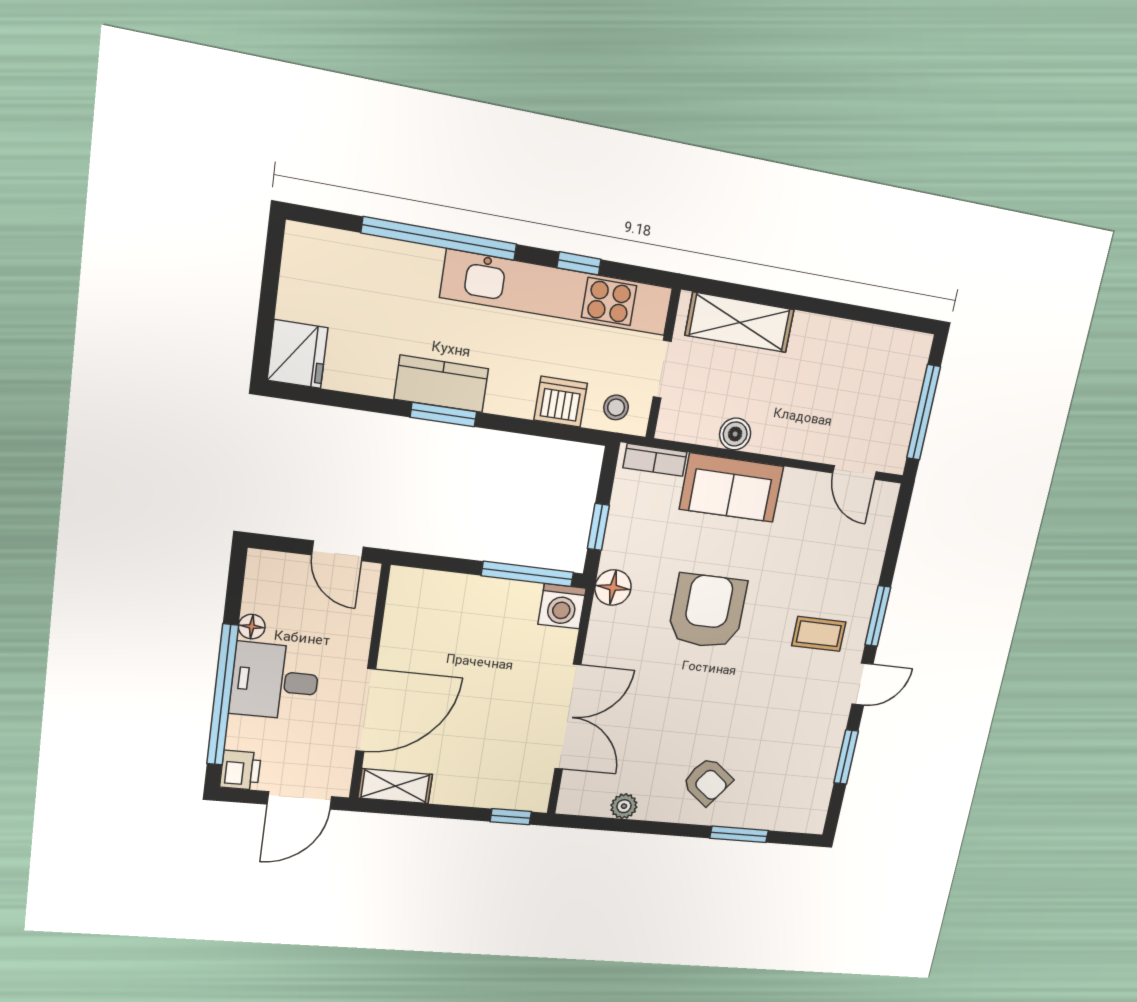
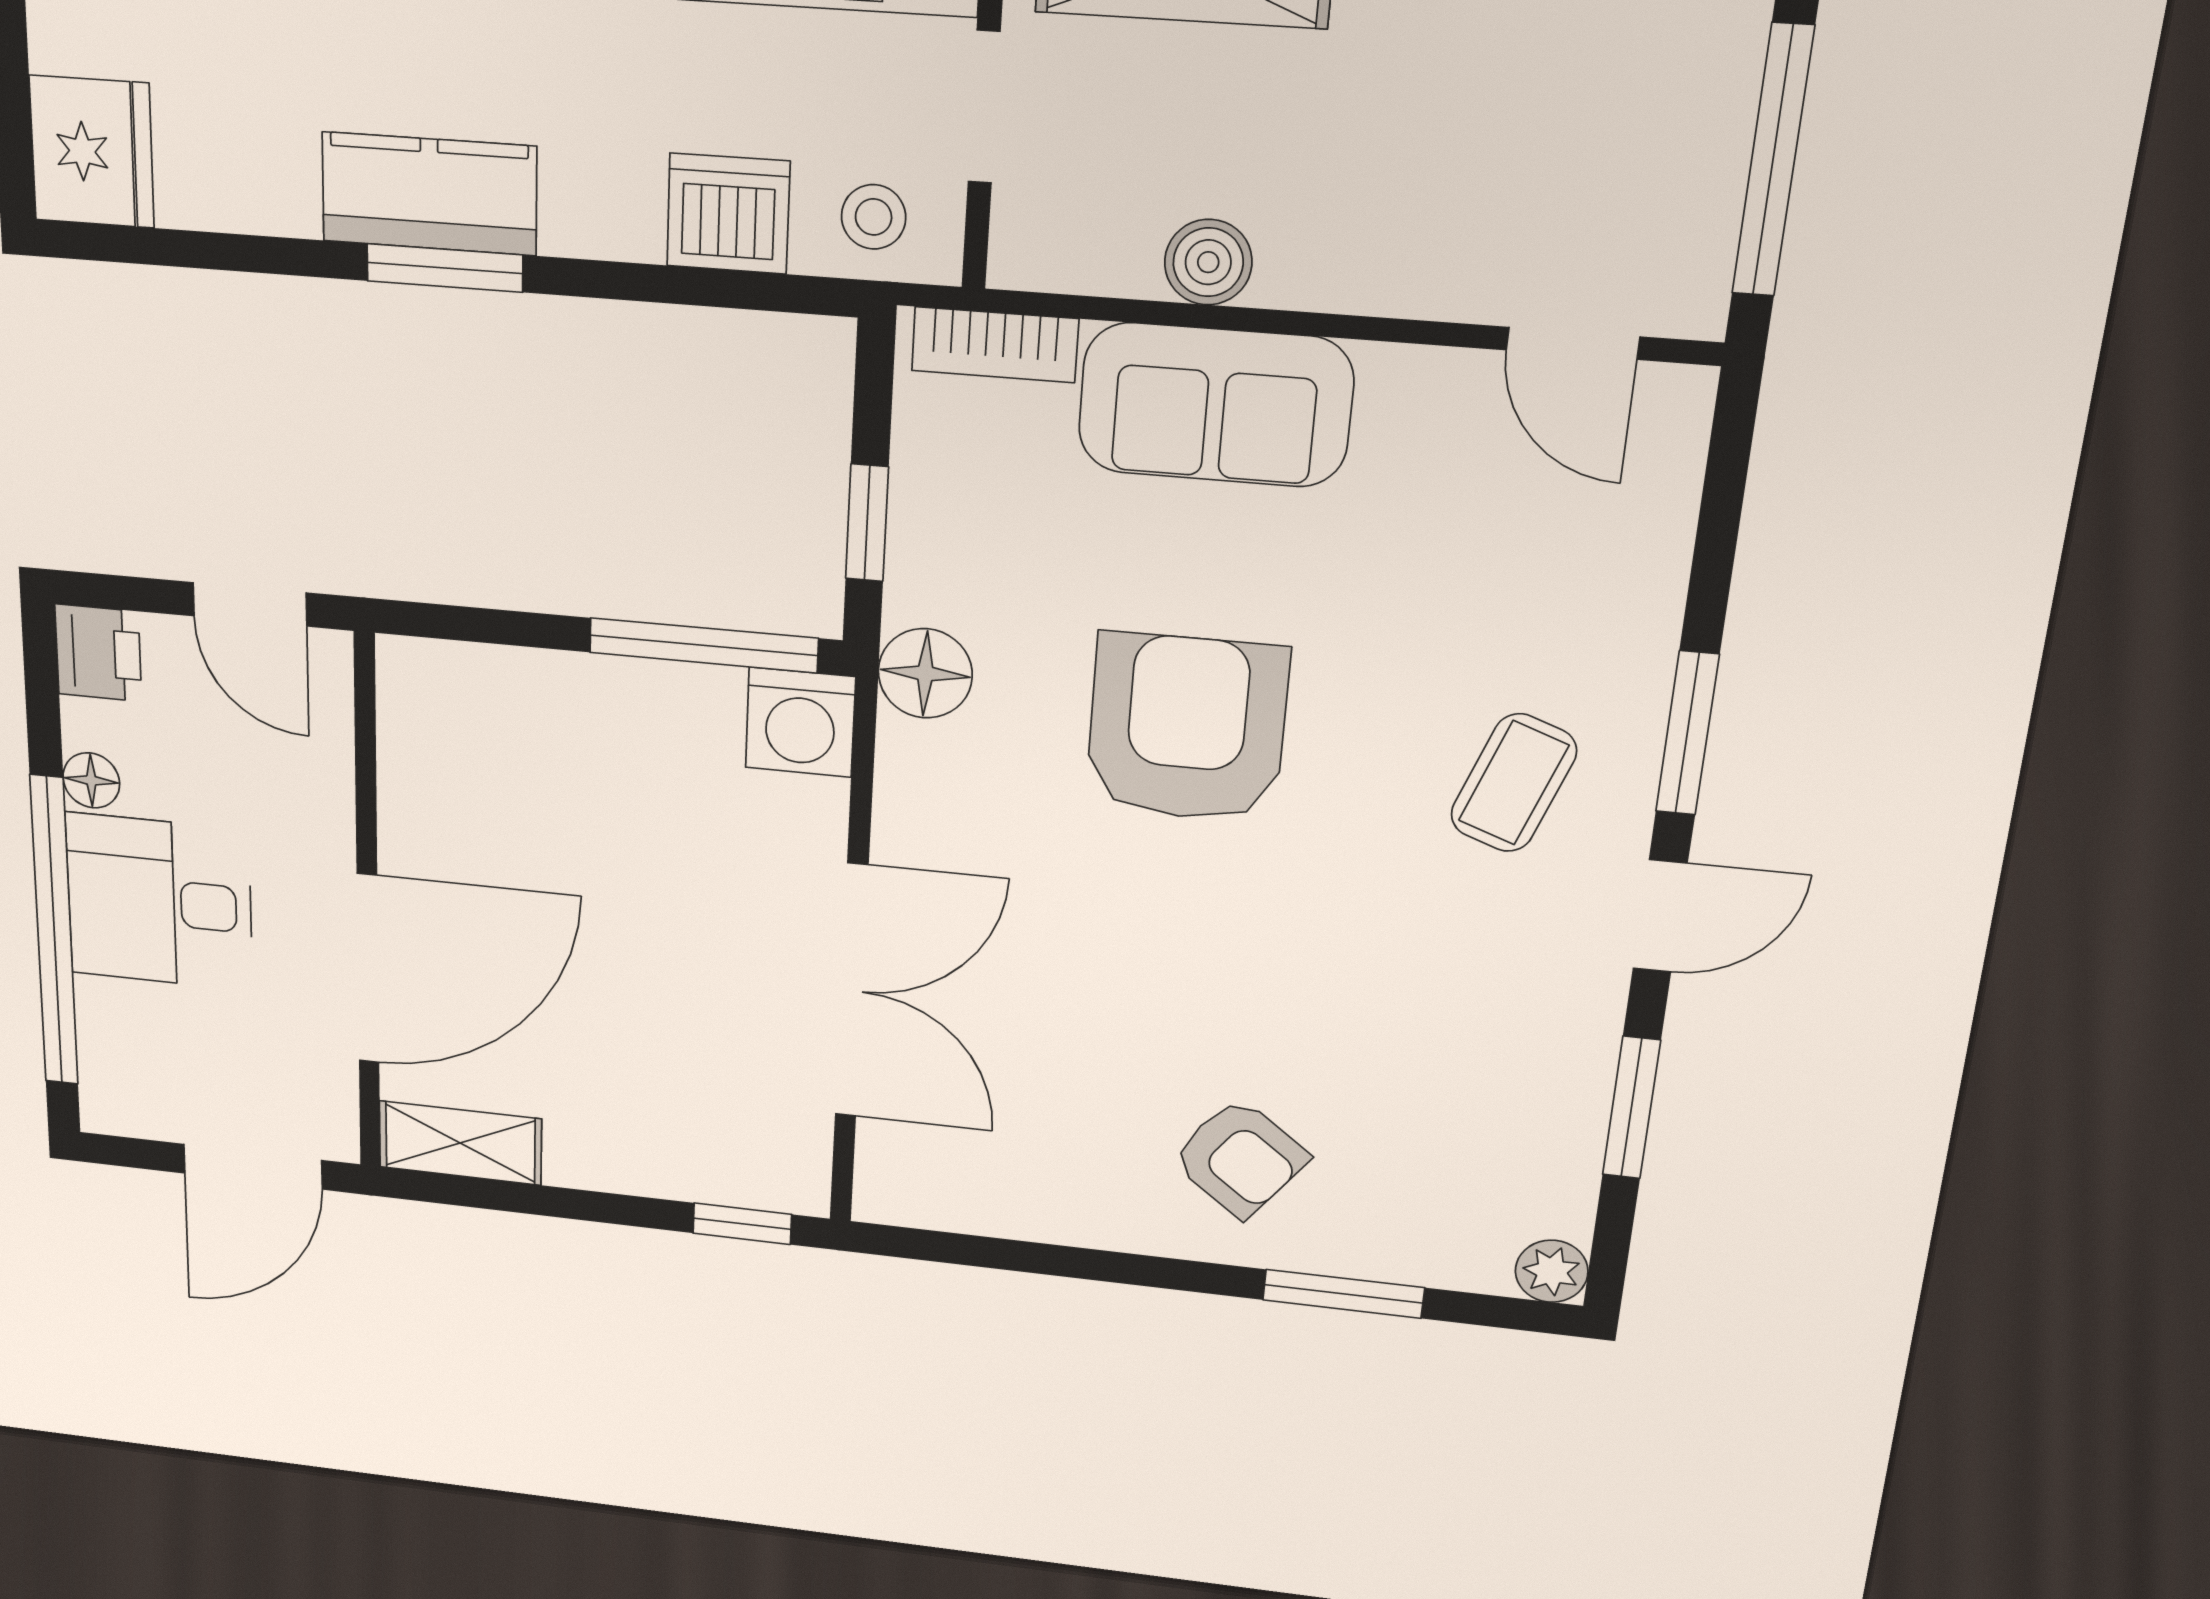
coffee table: (819, 634) -> (1514, 783), turned -70
printer: (240, 770) -> (98, 653), moved
plant: (624, 806) -> (1552, 1271), moved

